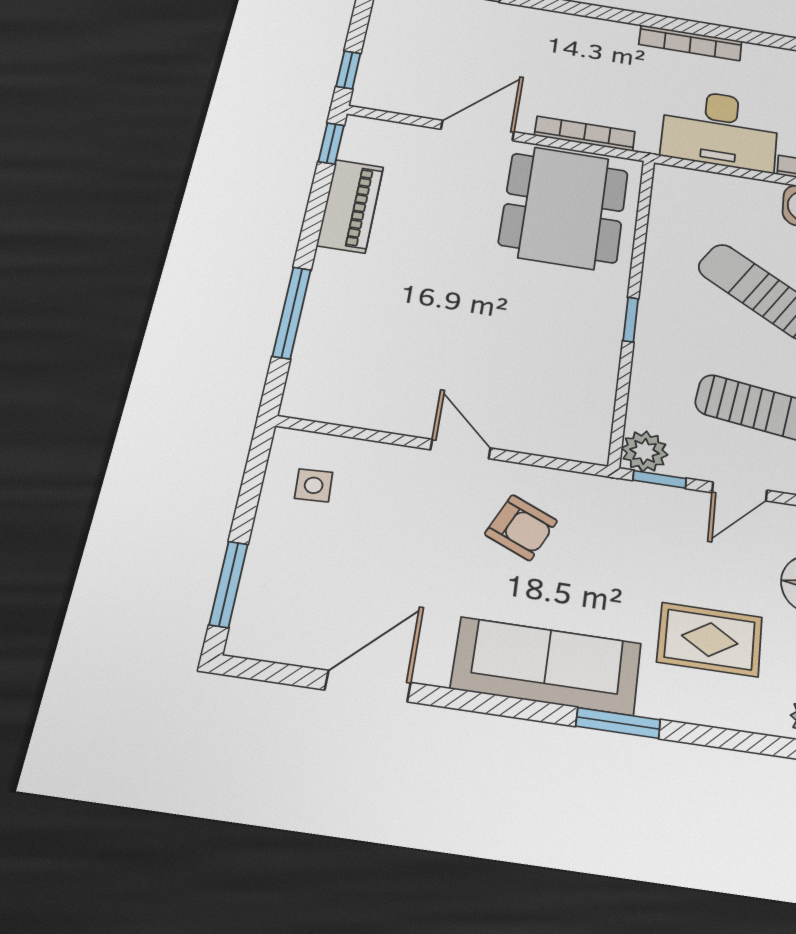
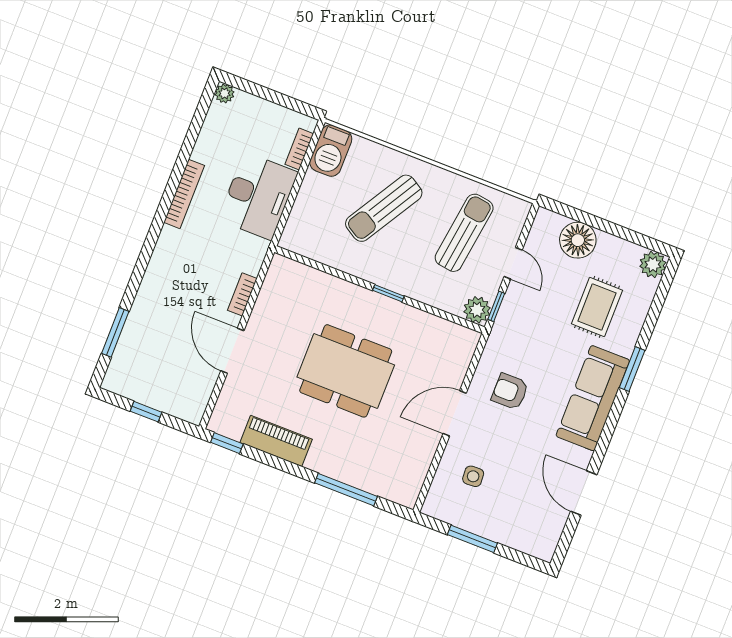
window: (348, 70) -> (146, 412), moved
bookcase: (585, 134) -> (242, 294), width x0.64
dining table: (564, 208) -> (346, 371), moved
door: (460, 449) -> (455, 413), width x1.38
side table: (314, 485) -> (473, 476), moved
armchair: (521, 528) -> (510, 392), turned -114
window: (229, 584) -> (472, 539), moved

